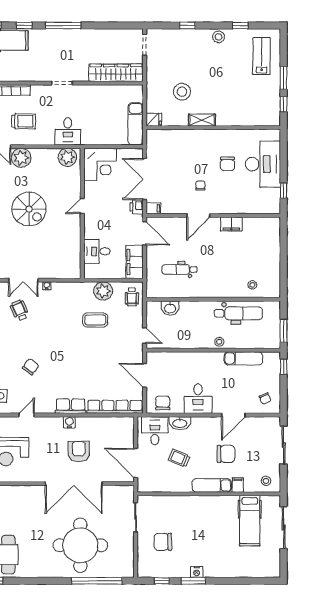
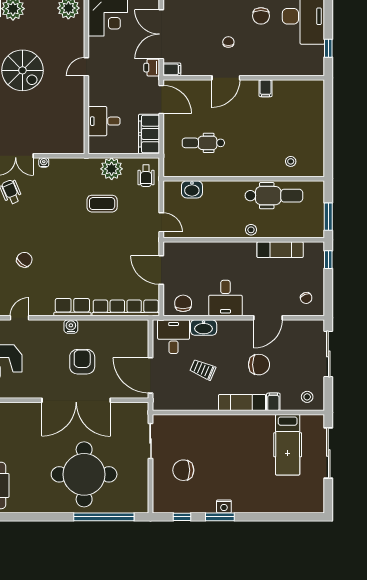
filing cabinet: (231, 224) -> (266, 88), width x0.50

